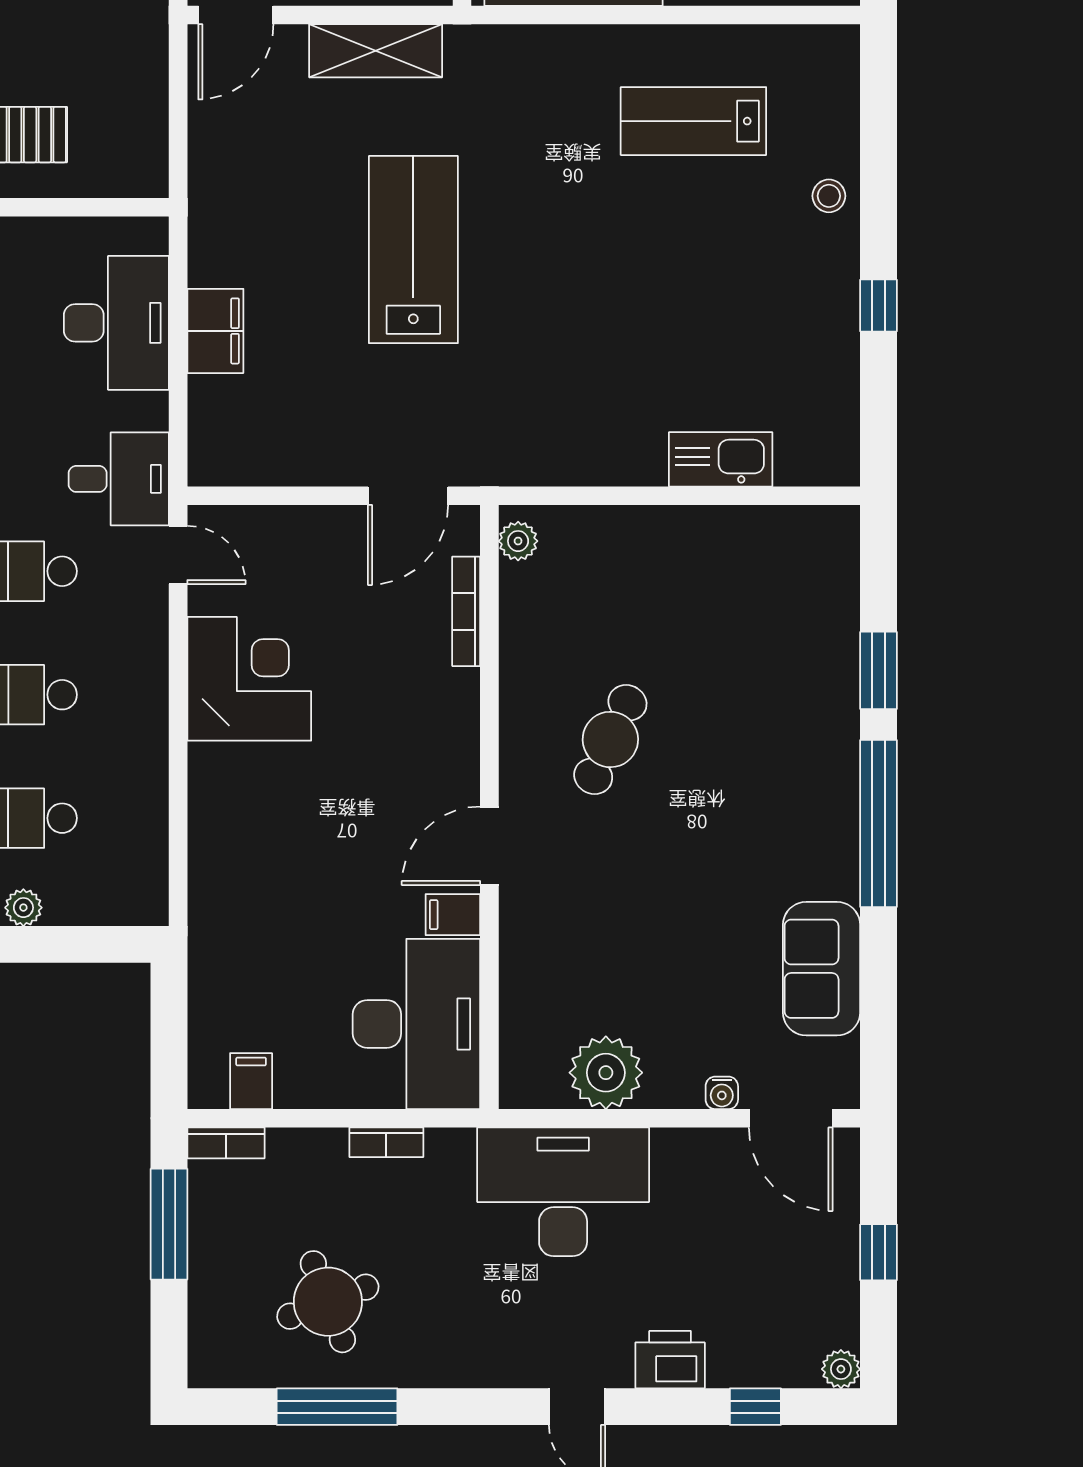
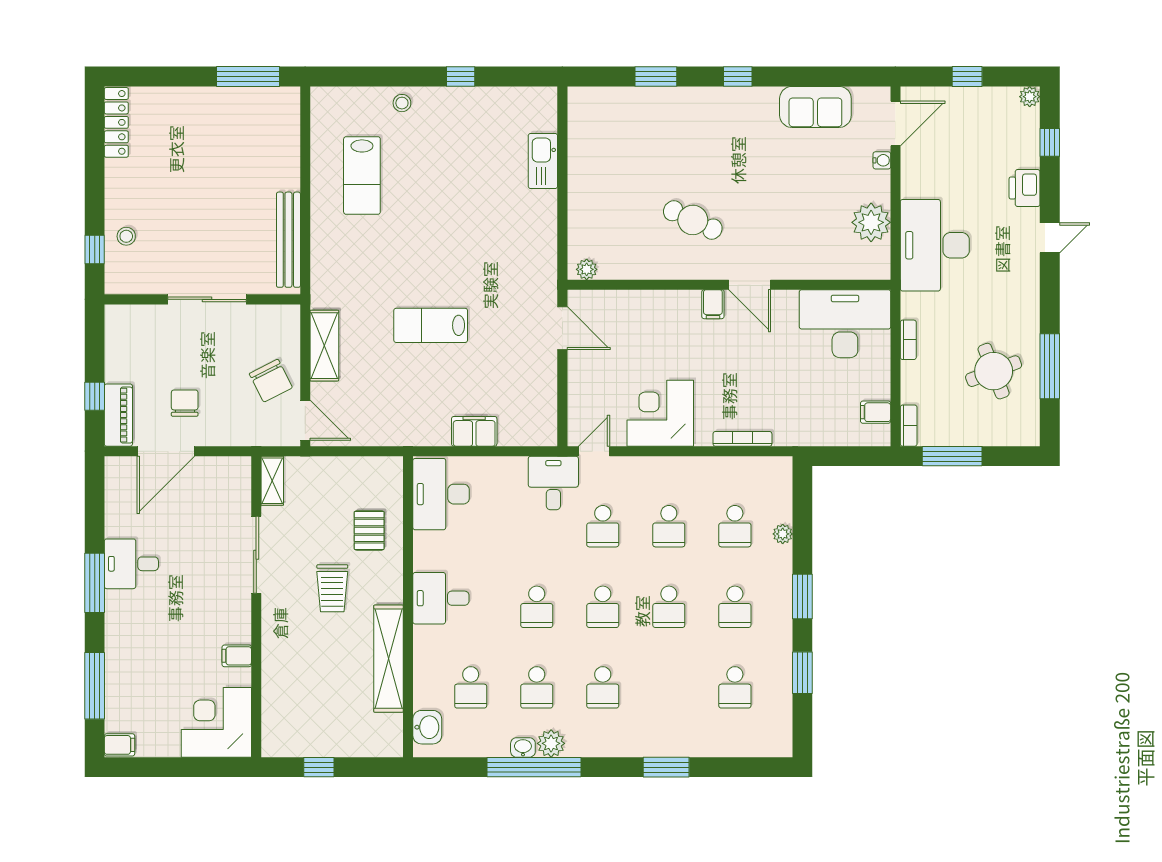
lab bench: (413, 250) -> (431, 325), width x0.73, depth x0.72
desk: (116, 323) -> (441, 494), moved, turned -90
bookcase: (466, 611) -> (742, 439), moved, turned 180
window: (878, 823) -> (738, 77), width x0.32
filing cabinet: (453, 915) -> (713, 304), moved

